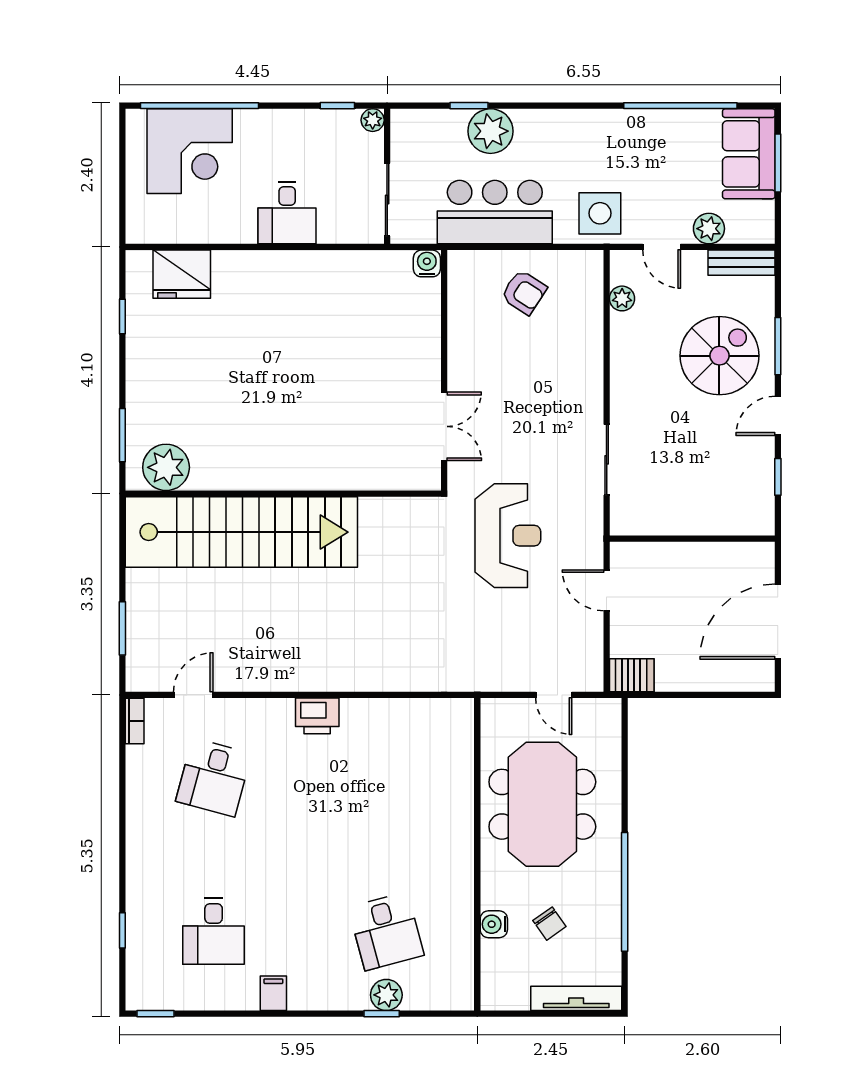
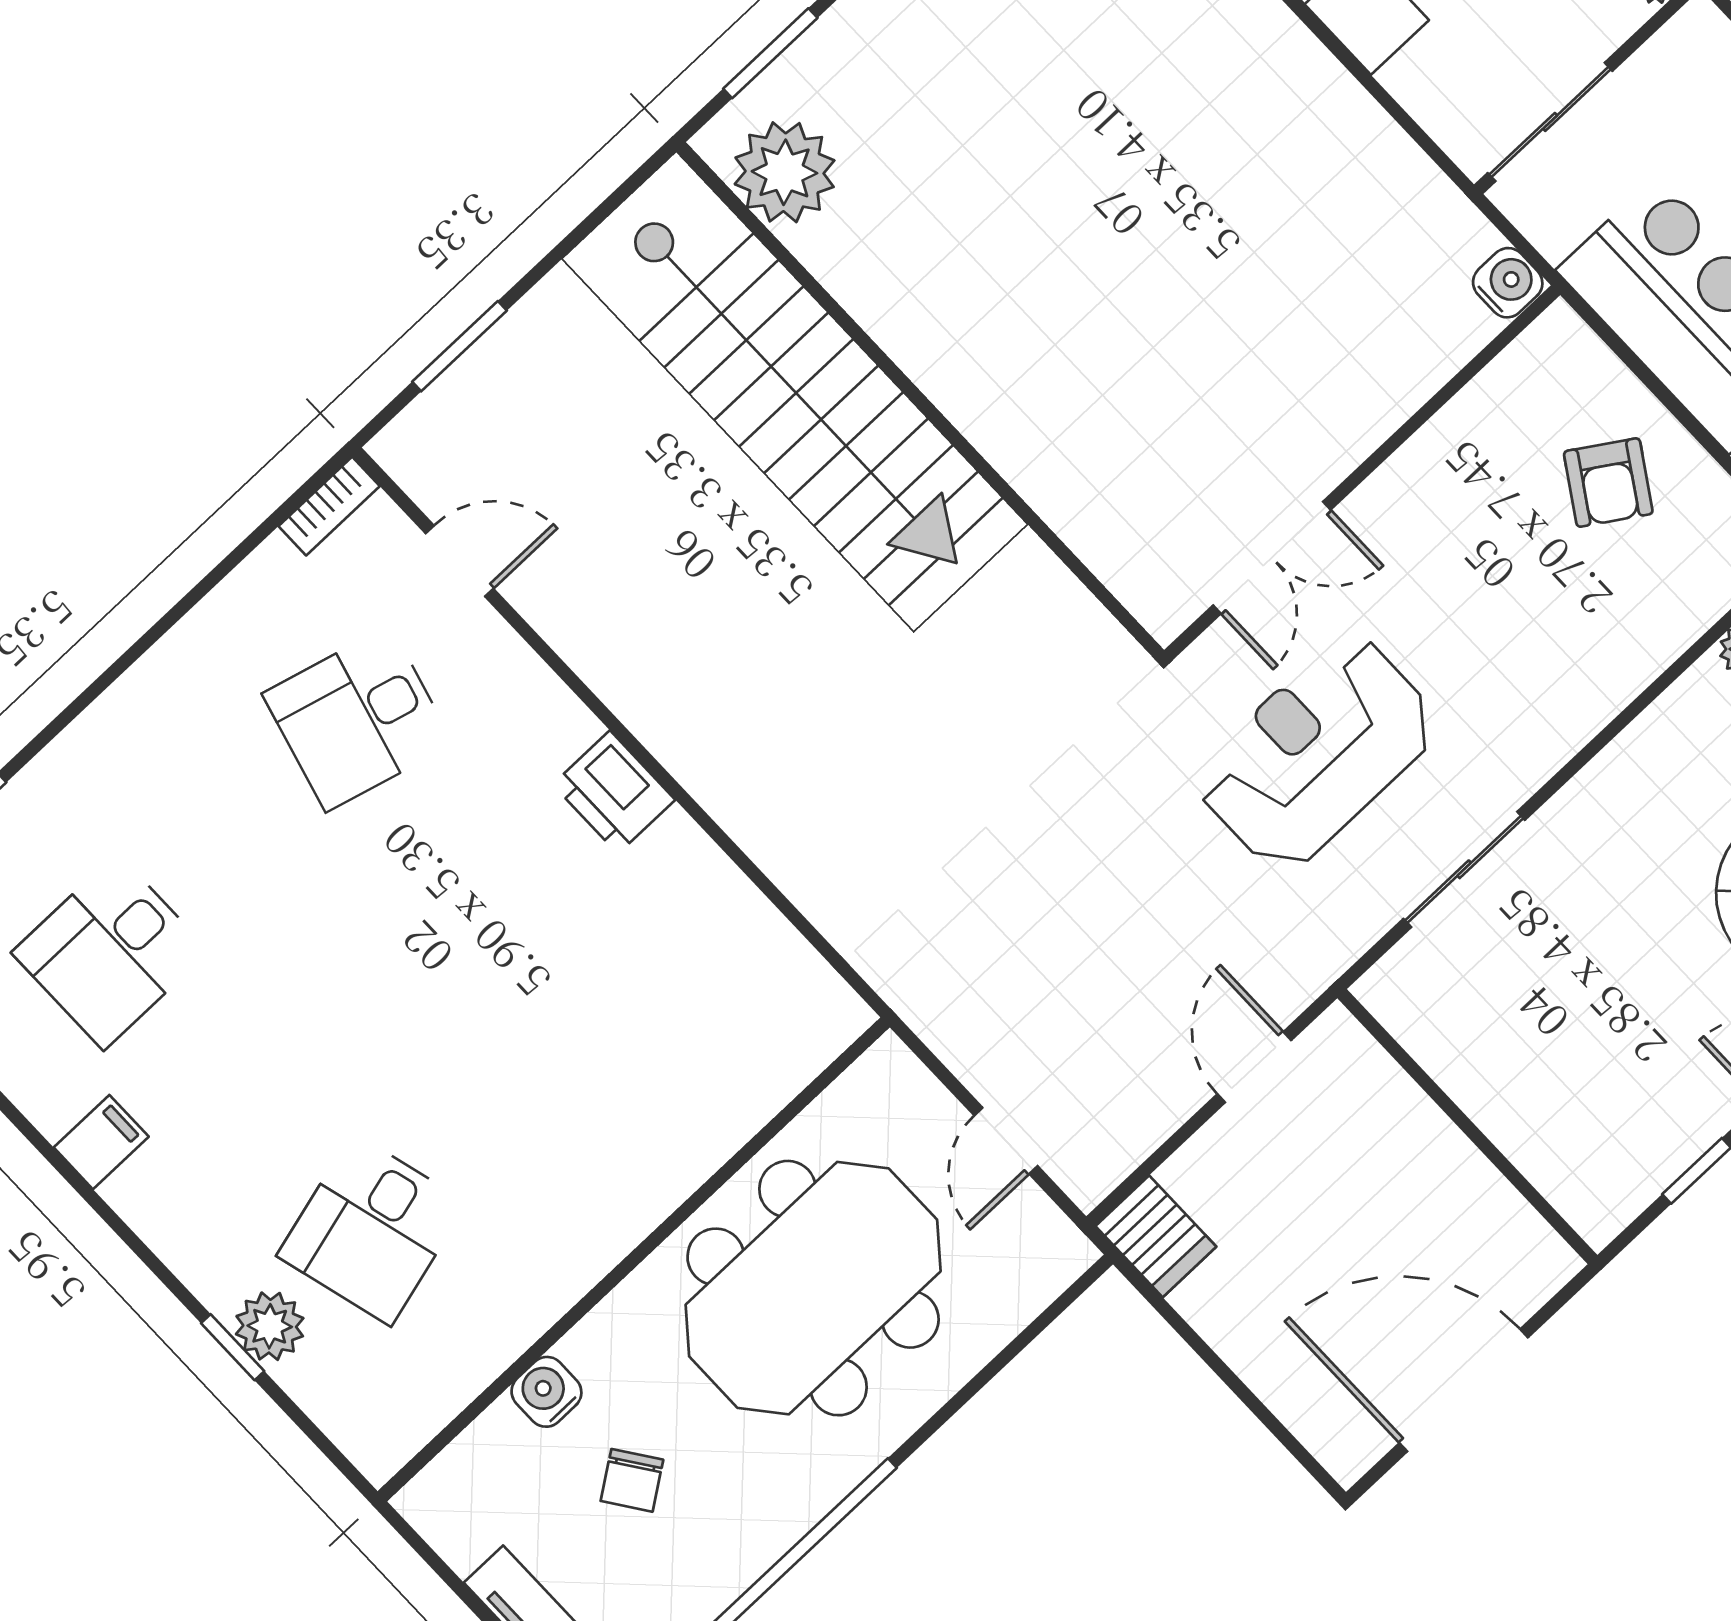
reception desk: (508, 536) -> (1317, 753), moved, turned 180

